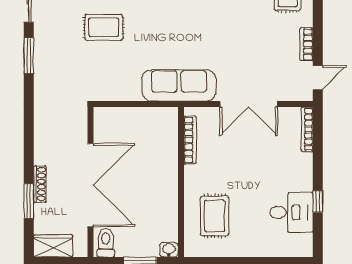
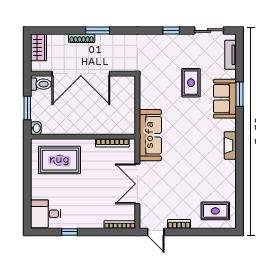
window: (29, 56) -> (171, 31), width x0.67
window: (29, 201) -> (98, 31), moved
desk: (291, 212) -> (46, 214), moved, turned 90
rug: (215, 216) -> (59, 160), width x1.36, depth x1.43

